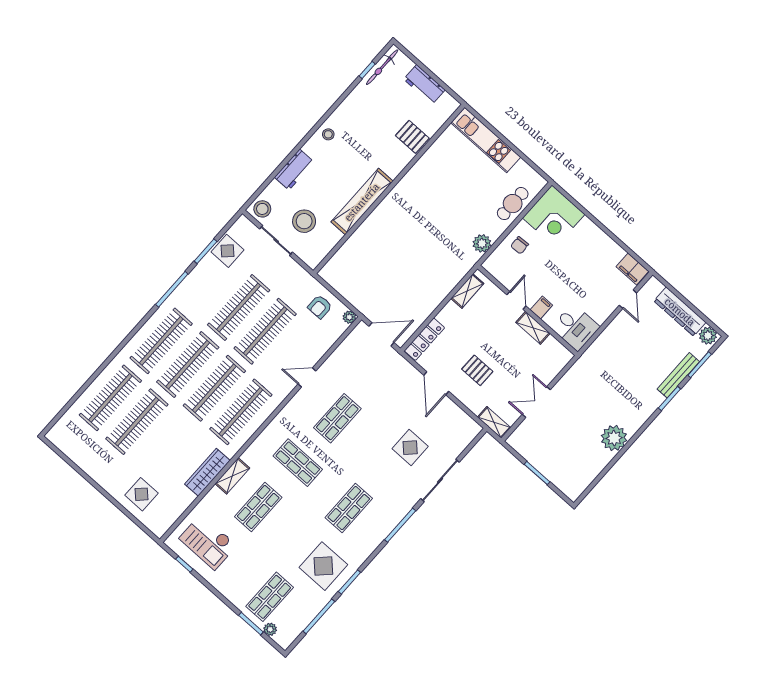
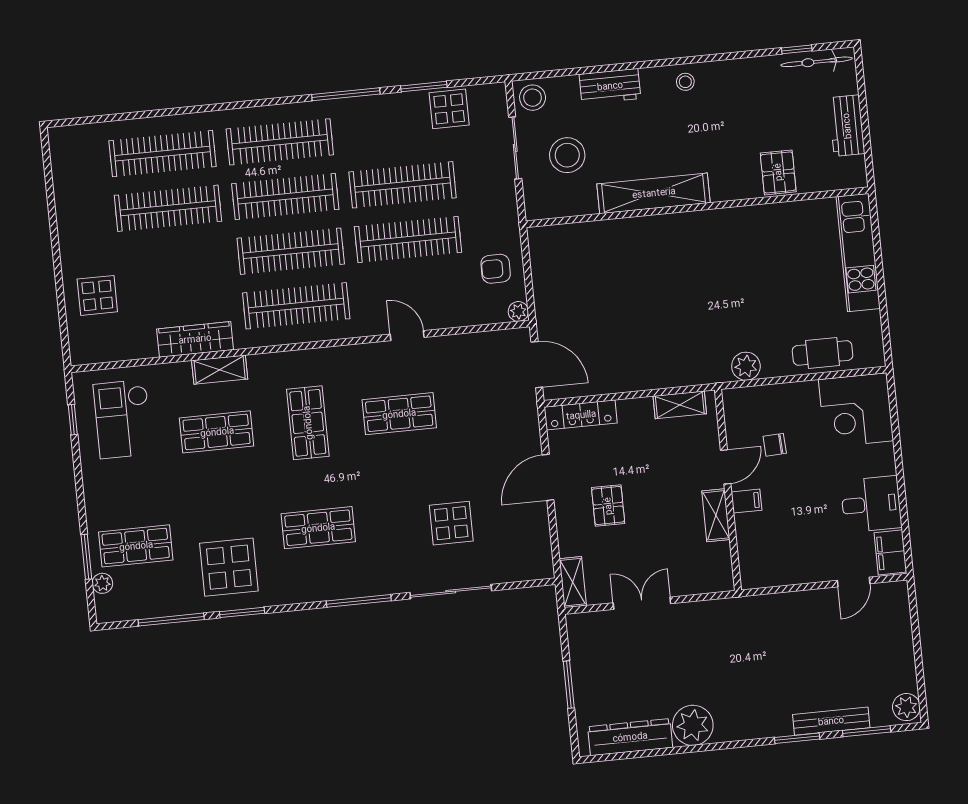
chair: (520, 245) -> (775, 445), moved
dresser: (680, 312) -> (630, 737), moved, turned 90
desk: (575, 327) -> (871, 504), moved, turned -90

